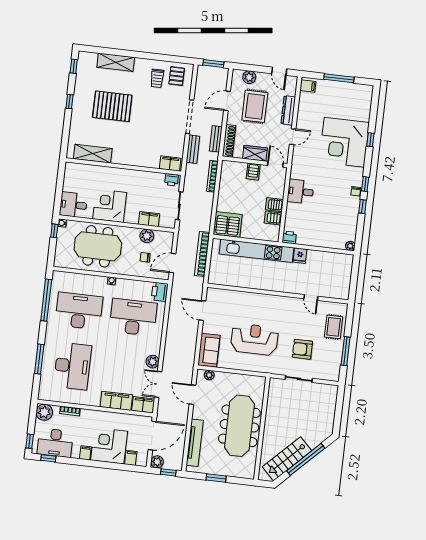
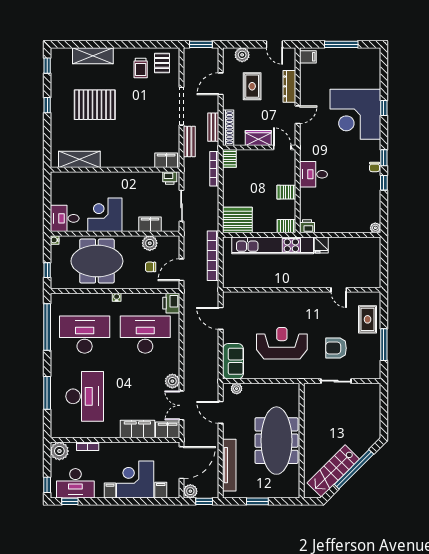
rug: (255, 106) -> (252, 86), width x0.73, depth x0.70
server rack: (253, 172) -> (229, 158), moved
server rack: (273, 218) -> (287, 226), moved
window: (54, 231) -> (47, 270), moved

